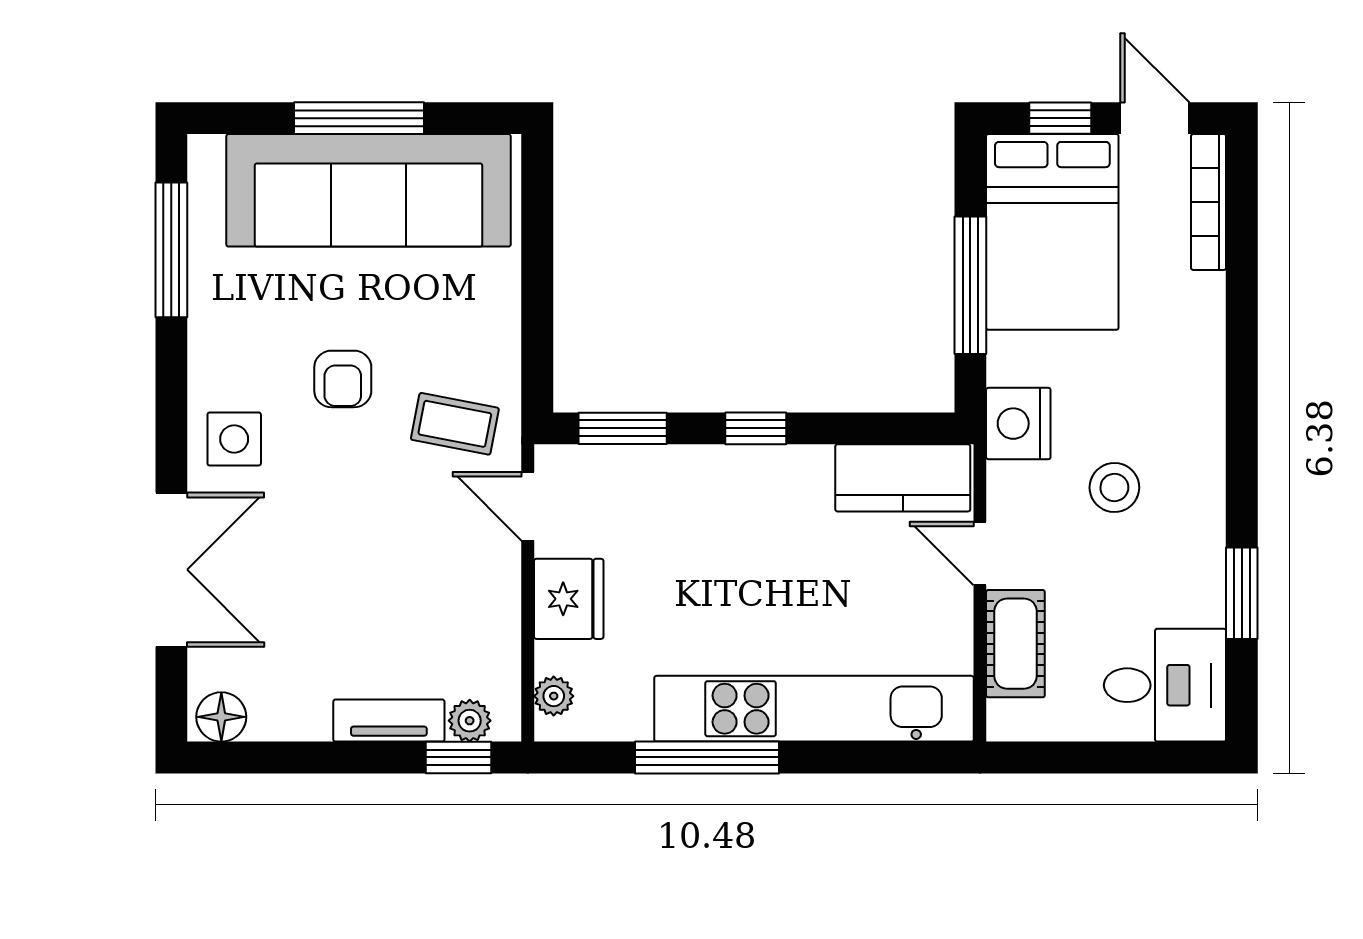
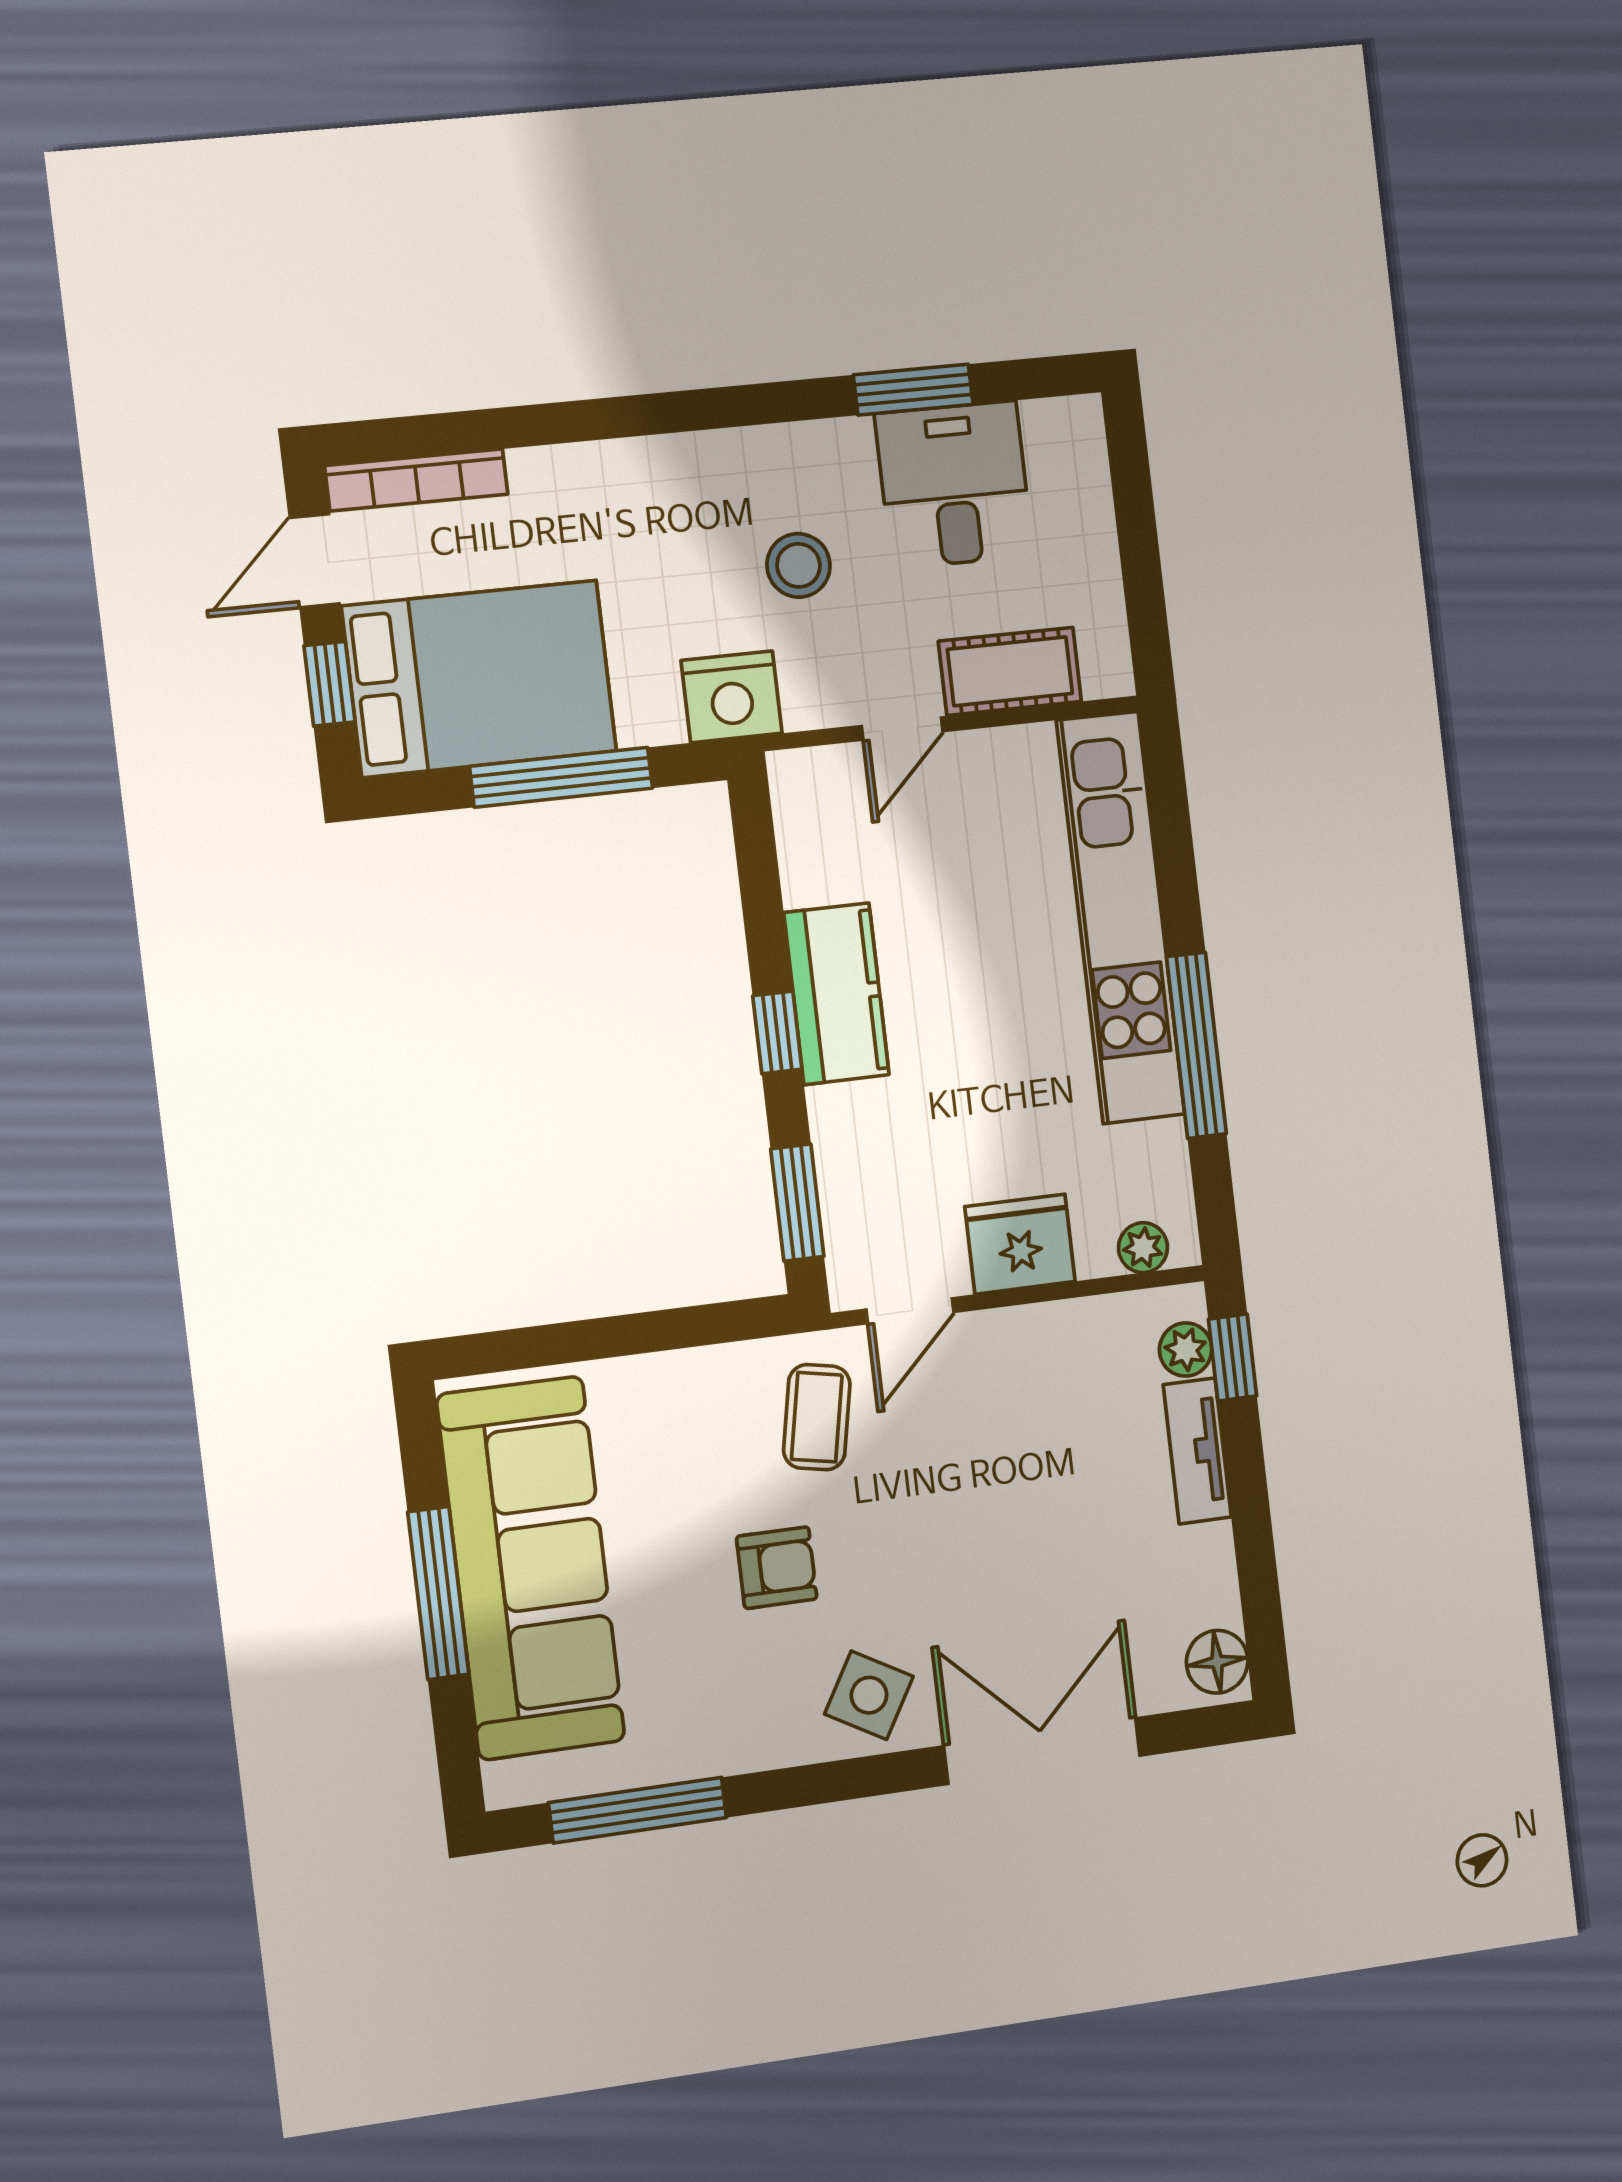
side table: (234, 439) -> (869, 1695), turned 30
kitchen counter: (903, 478) -> (836, 994), moved
desk: (1165, 685) -> (954, 485), moved

